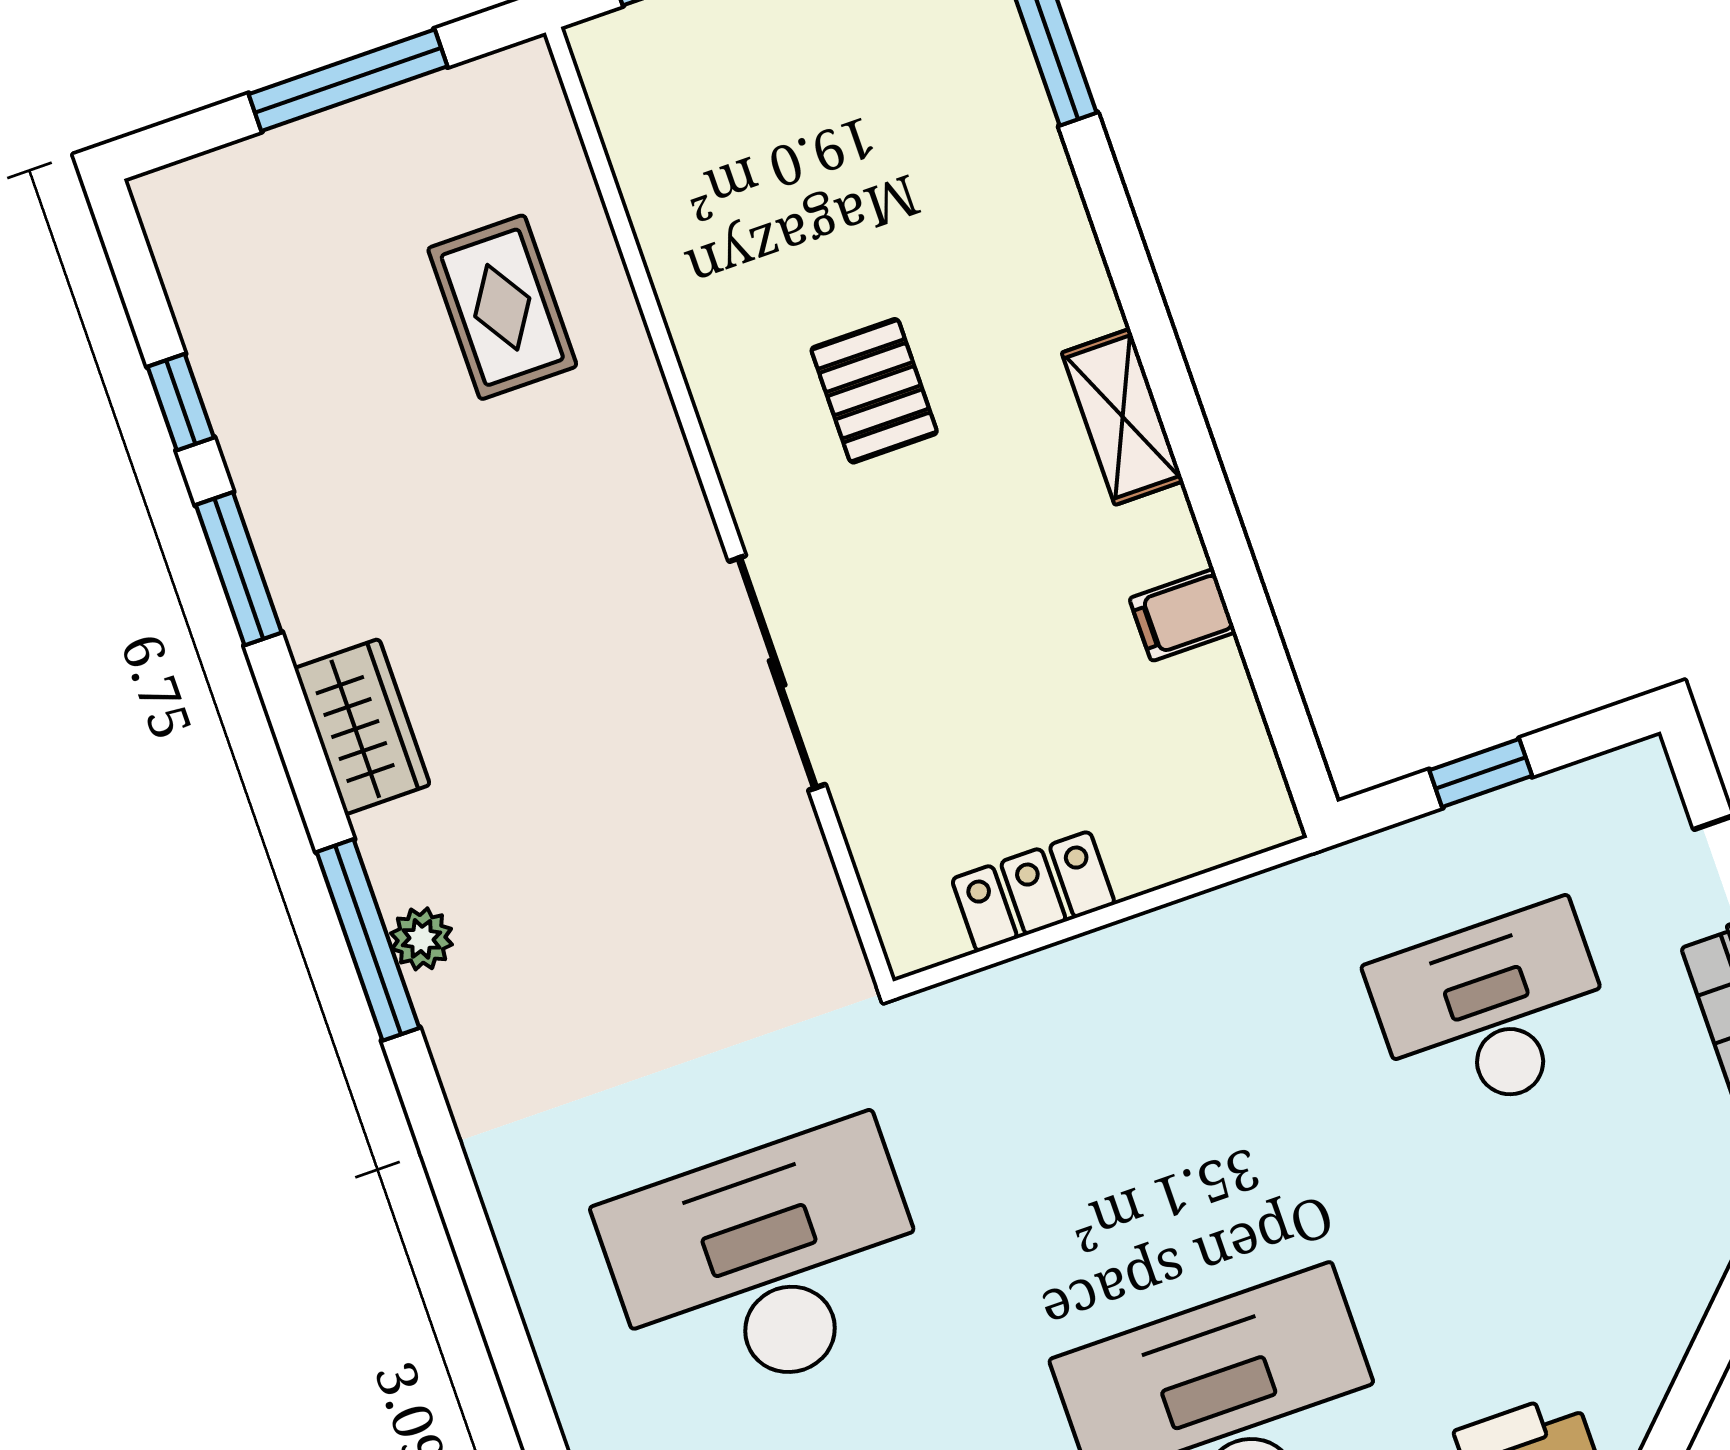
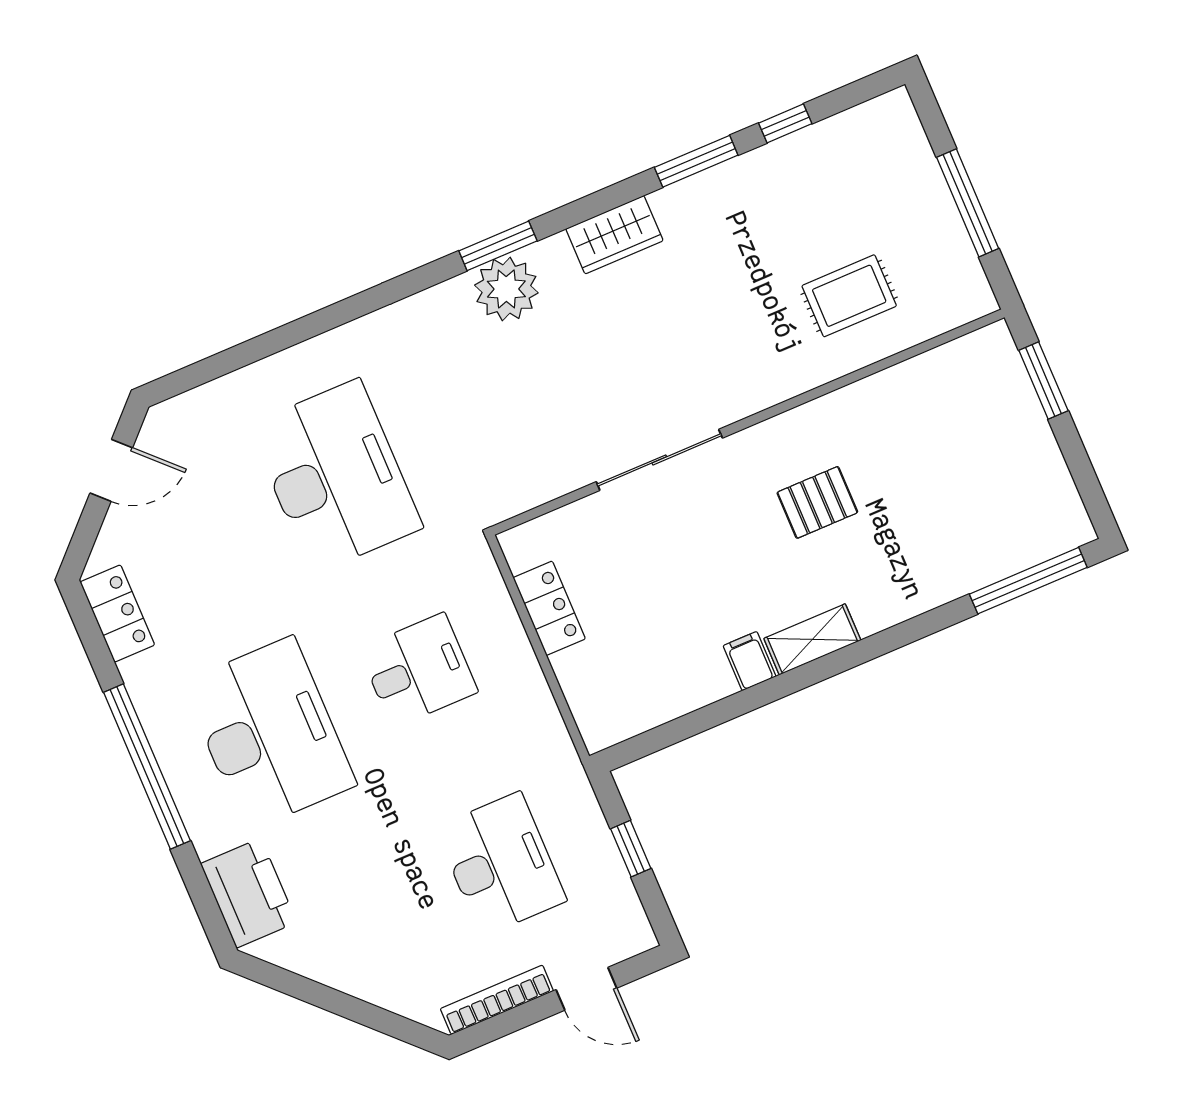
filing cabinet: (1183, 615) -> (750, 661), moved
plant: (422, 939) -> (506, 289), width x1.88, depth x1.88
window: (368, 940) -> (498, 246), width x0.69
desk: (1130, 1137) -> (418, 670), added

